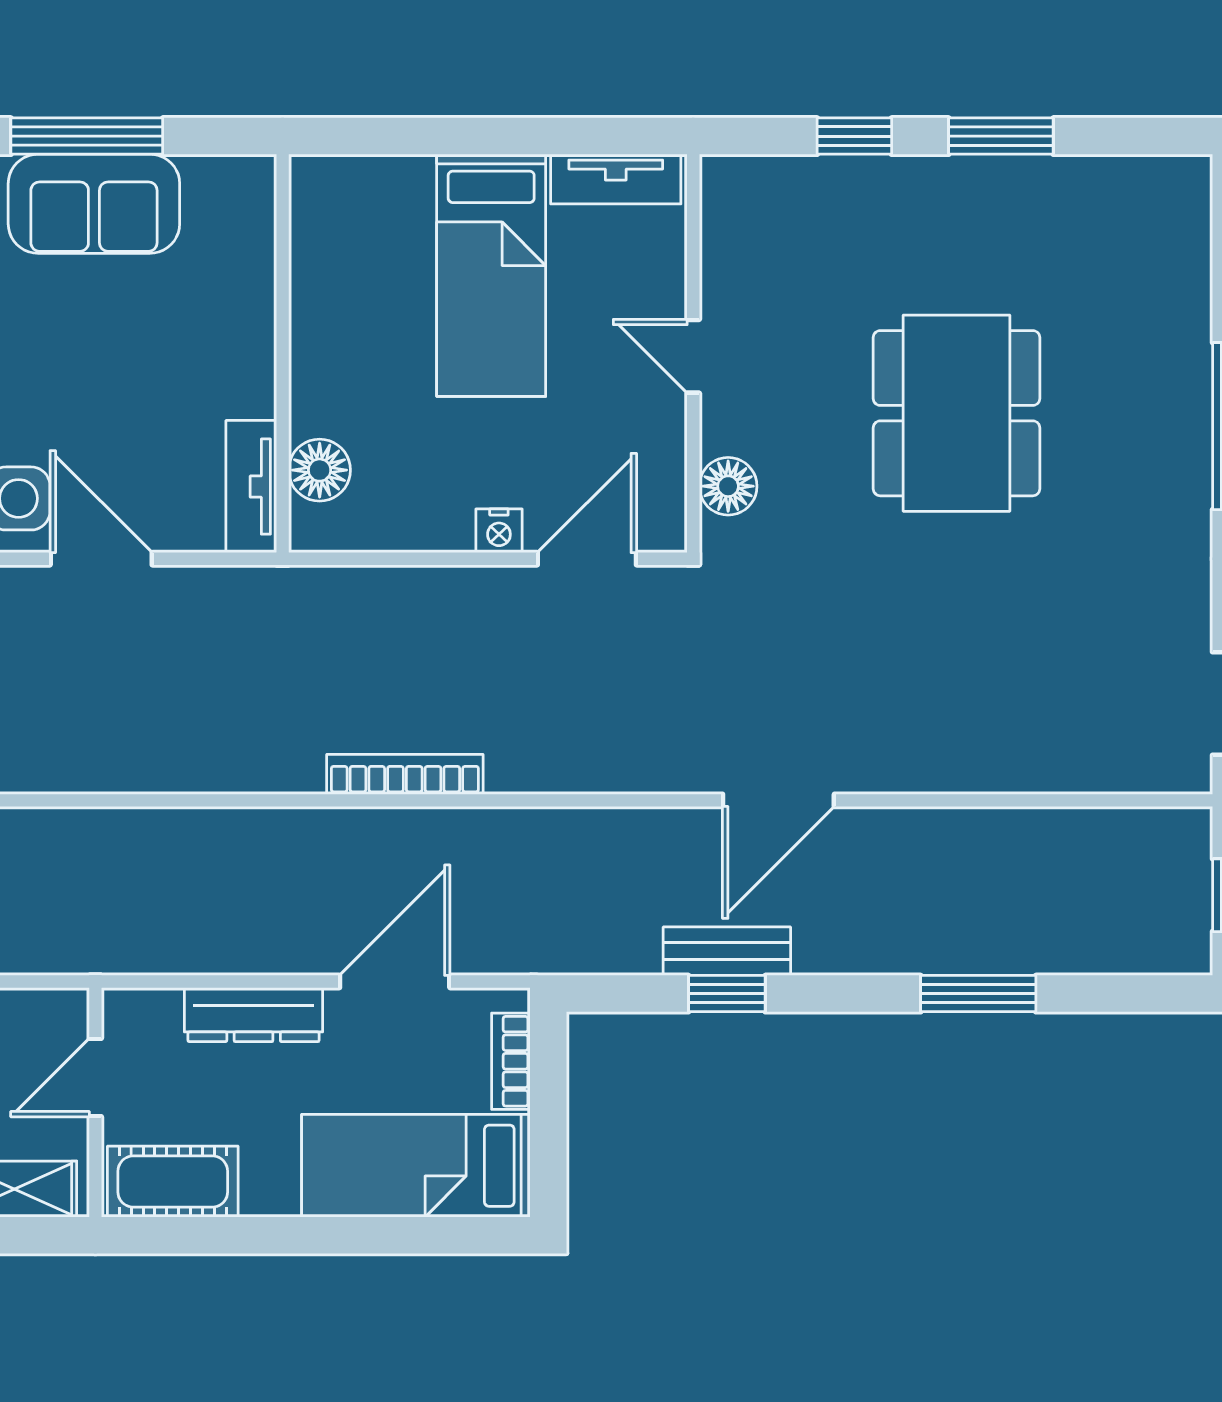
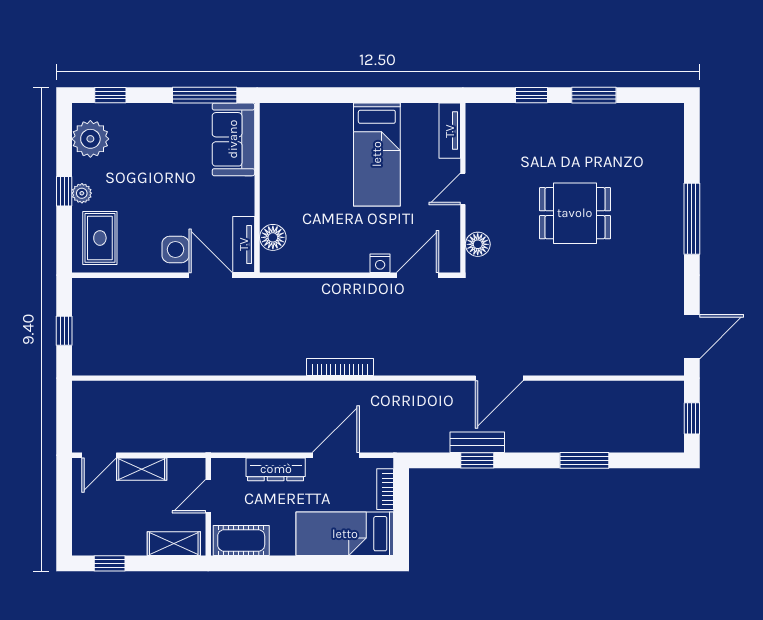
tv unit: (616, 179) -> (450, 131), moved, turned 90
sofa: (94, 204) -> (233, 139), moved, turned 90
wall: (283, 353) -> (257, 188), moved
door: (693, 356) -> (463, 189), hinge flipped
dining table: (957, 413) -> (575, 213), width x0.73
floor lamp: (320, 470) -> (273, 237), moved
tv unit: (251, 487) -> (244, 244), moved

